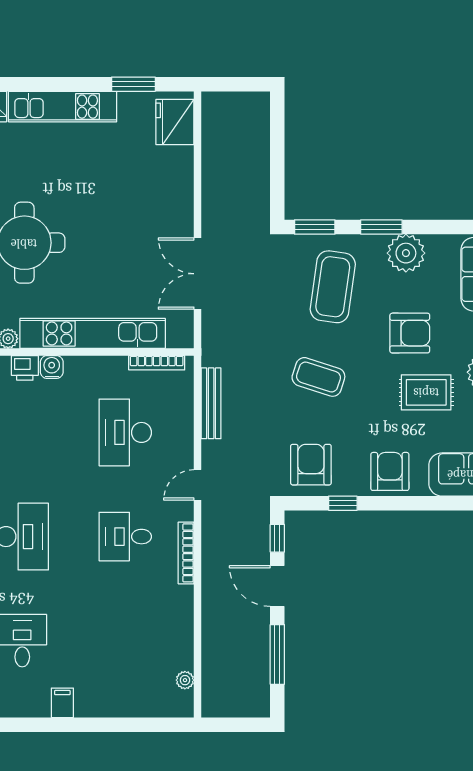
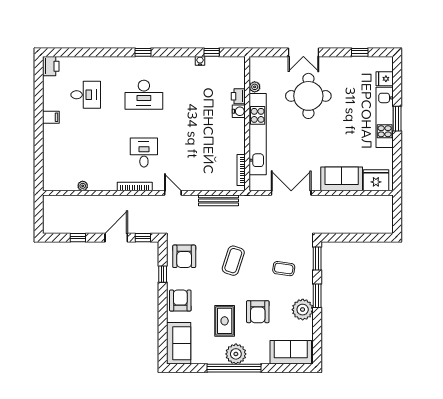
window: (133, 84) -> (397, 119), moved
sofa: (173, 183) -> (342, 179), added
coffee table: (333, 287) -> (284, 269), width x0.54, depth x0.58
desk: (125, 432) -> (202, 152), removed
armchair: (311, 465) -> (184, 256), turned 90
armchair: (390, 471) -> (180, 301), turned -90
window: (277, 654) -> (78, 238), width x0.46
plant: (185, 680) -> (83, 186), moved

